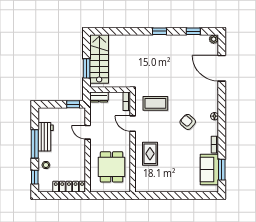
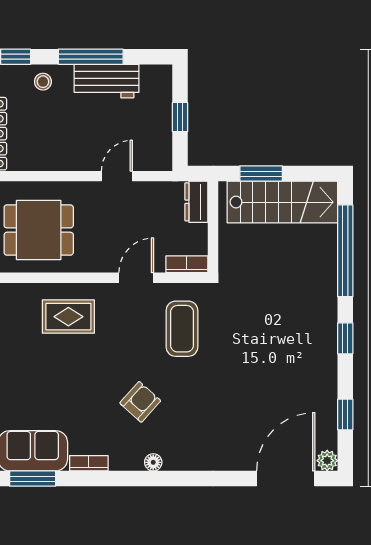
window: (121, 31) -> (345, 251), added
door: (222, 68) -> (286, 479), moved
window: (73, 104) -> (180, 117), moved

